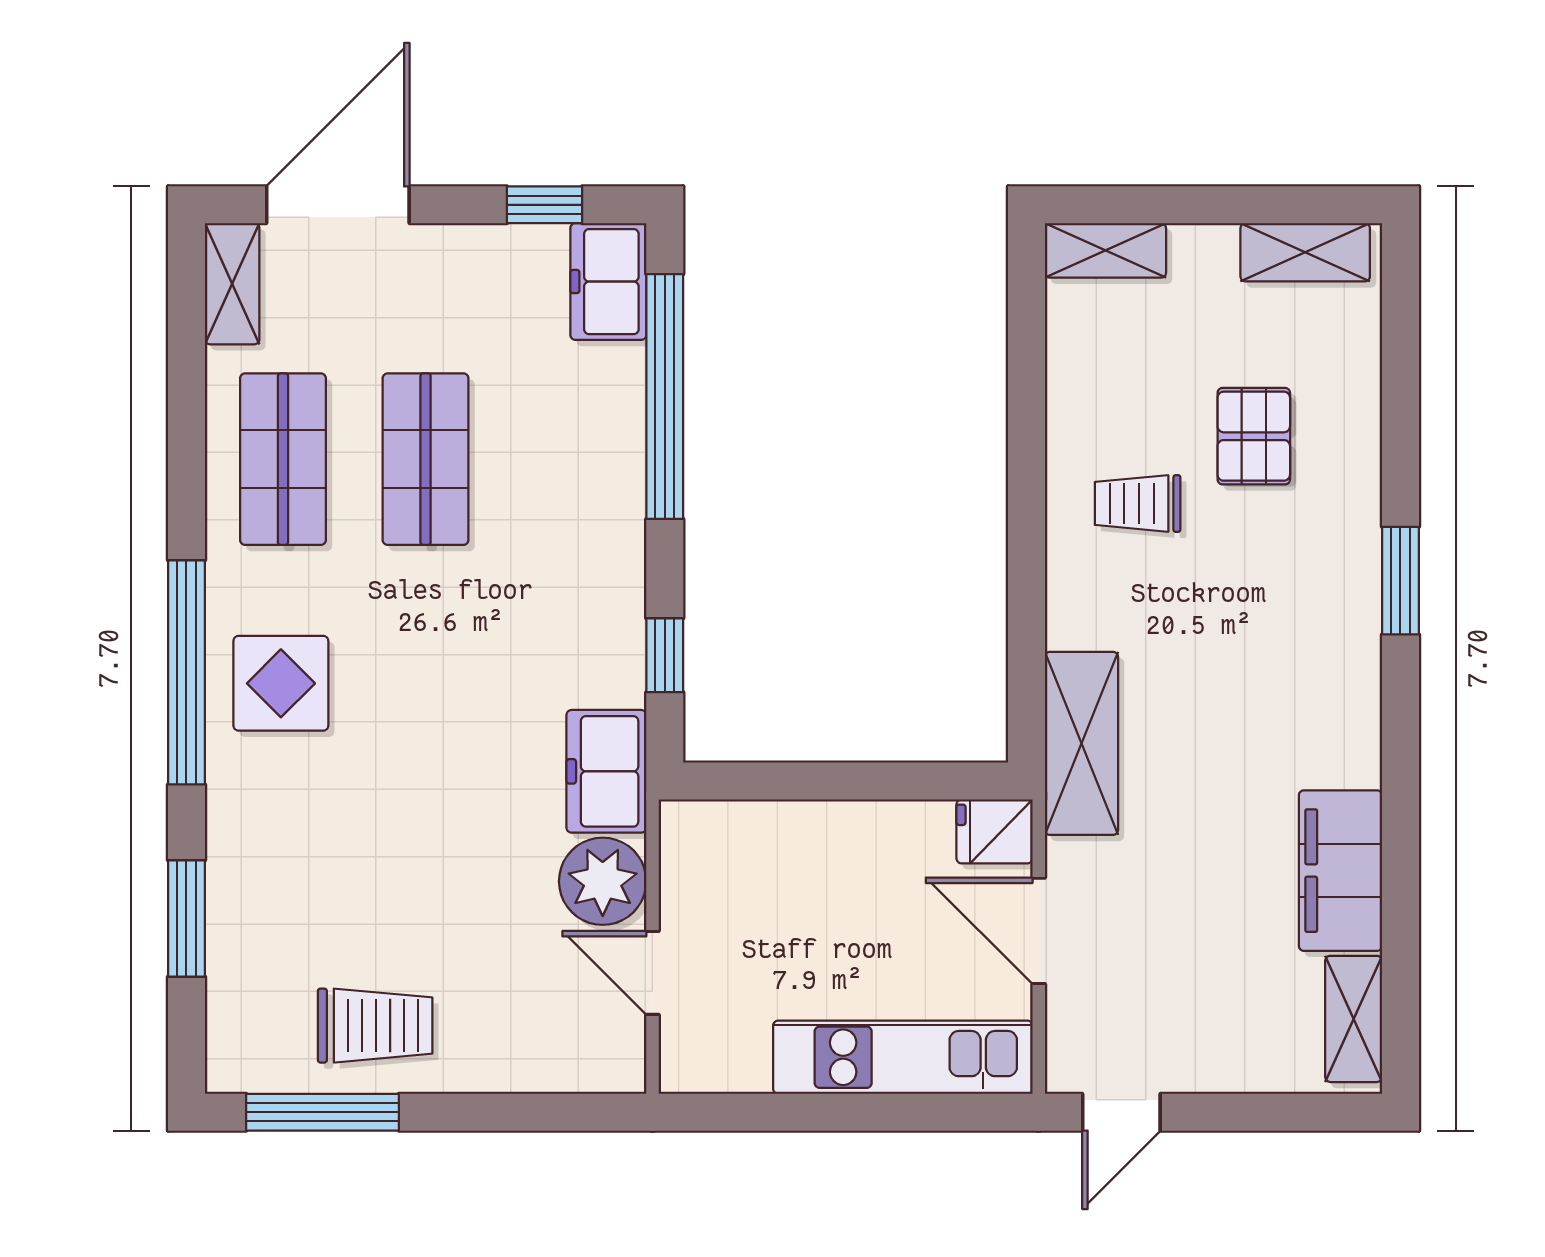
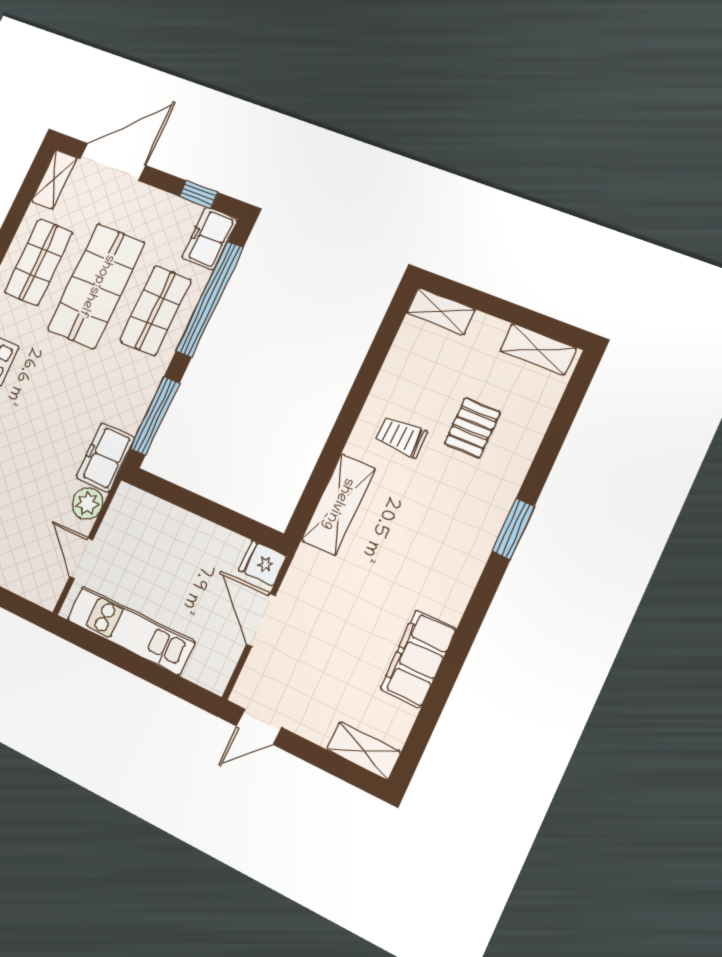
shop shelf: (426, 459) -> (96, 286), width x1.43, depth x1.36
shop shelf: (568, 459) -> (155, 310), added
window: (665, 655) -> (155, 416), width x2.17
shelving: (1081, 743) -> (338, 504), moved
plant: (603, 881) -> (87, 503), width x0.73, depth x0.73
shelving: (1354, 1019) -> (364, 751), moved, turned 90
kitchen unit: (903, 1057) -> (131, 630), moved

